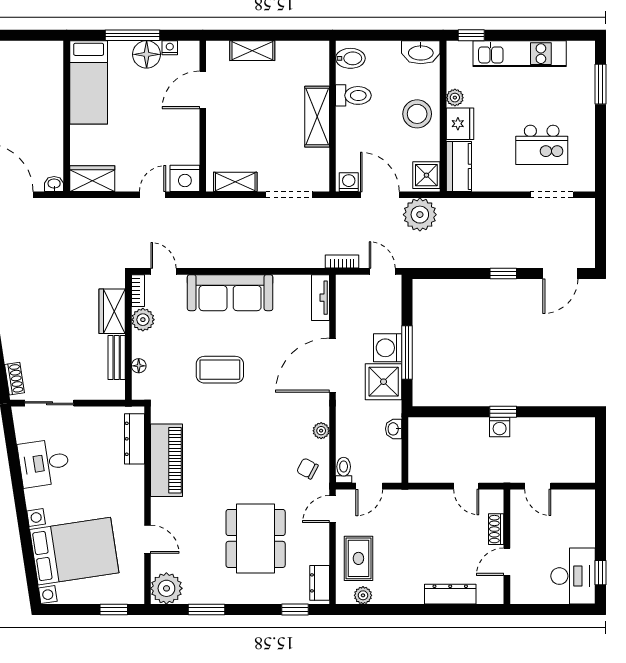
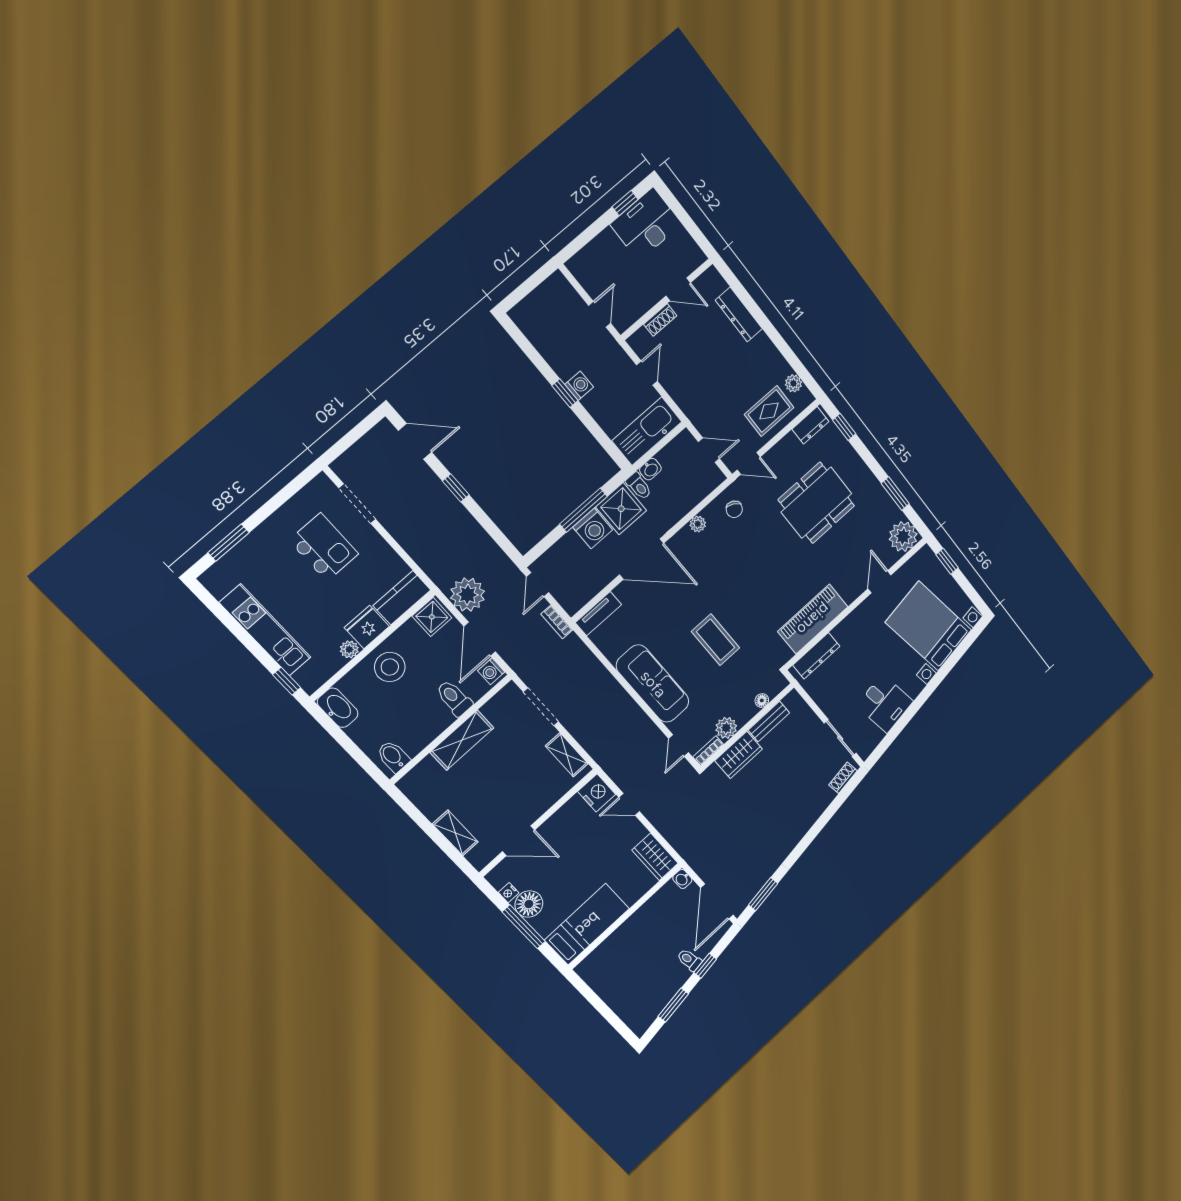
toilet: (353, 95) -> (454, 698), moved
kitchen sink: (424, 450) -> (647, 431), added
toilet: (344, 470) -> (639, 486), moved, turned -90

